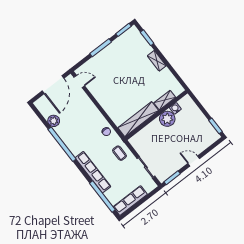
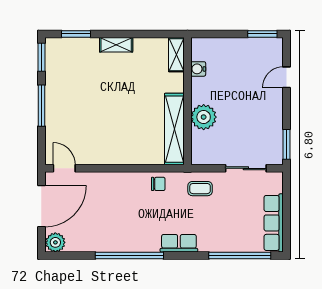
door: (79, 81) -> (64, 168), hinge flipped
door: (53, 85) -> (41, 206), hinge flipped
shelving: (165, 100) -> (176, 55), moved
plant: (167, 119) -> (204, 117), moved
plant: (54, 121) -> (55, 242), moved
door: (194, 161) -> (286, 77), moved
row of seats: (93, 172) -> (179, 243), width x0.50

